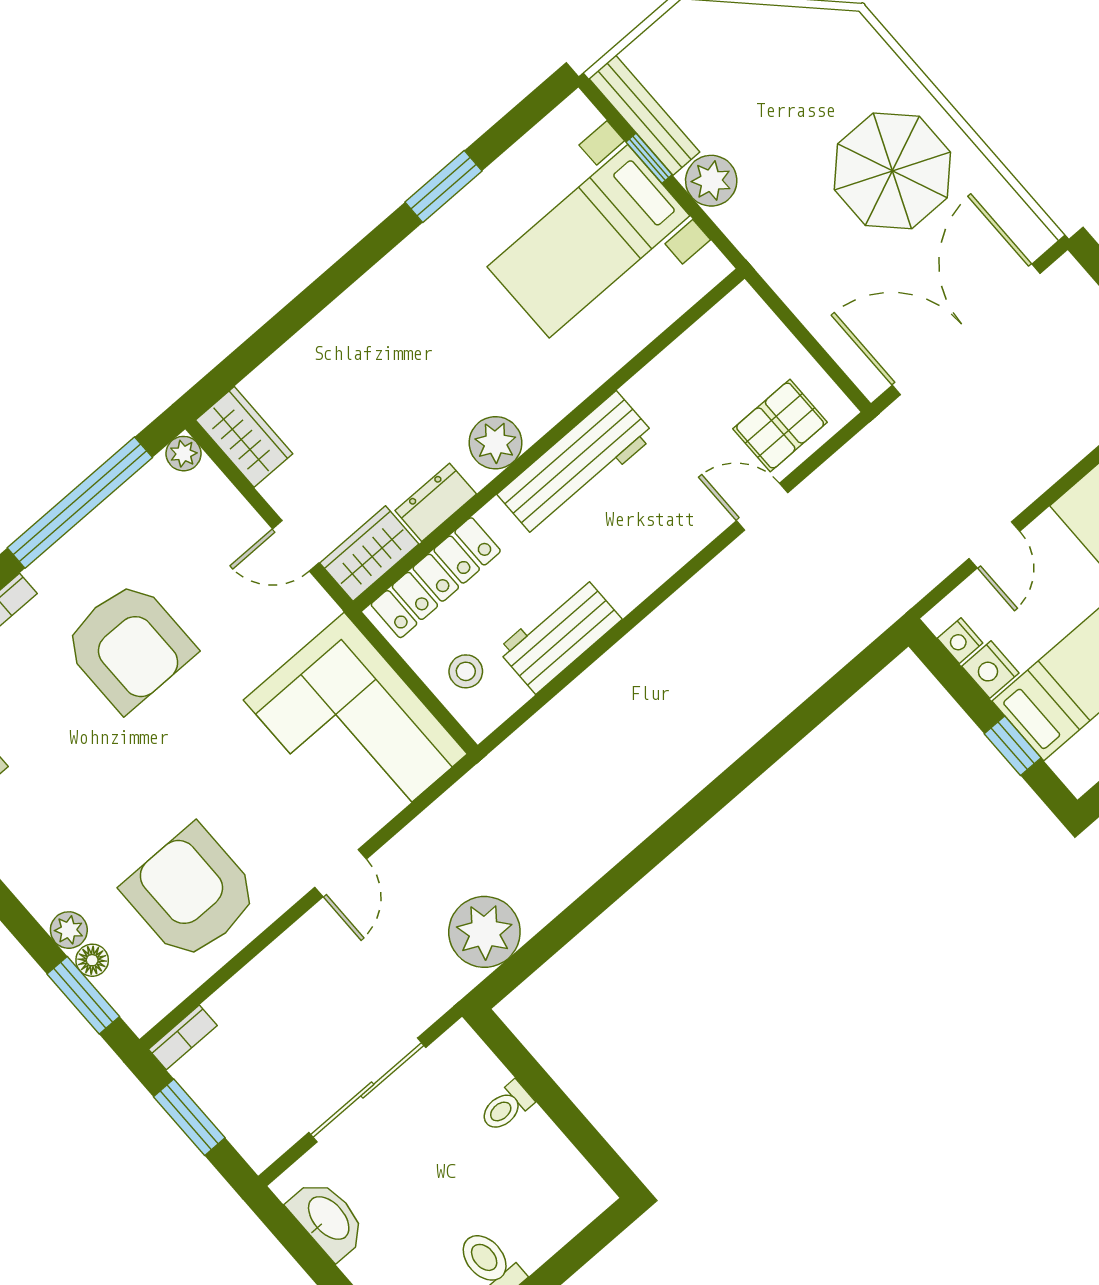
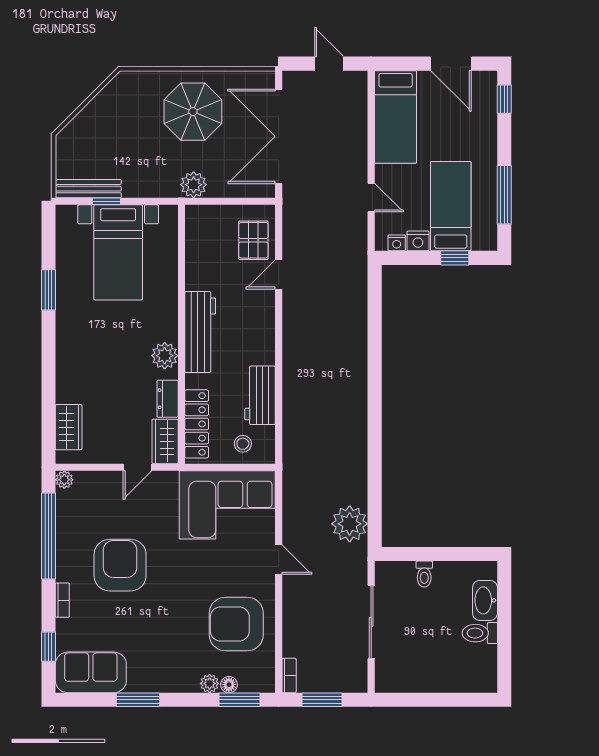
plant: (711, 181) -> (194, 185), moved
wardrobe: (244, 437) -> (69, 427), moved, turned 90
armchair: (129, 646) -> (120, 565), turned -90
washbasin: (328, 1219) -> (485, 600), moved, turned -90

